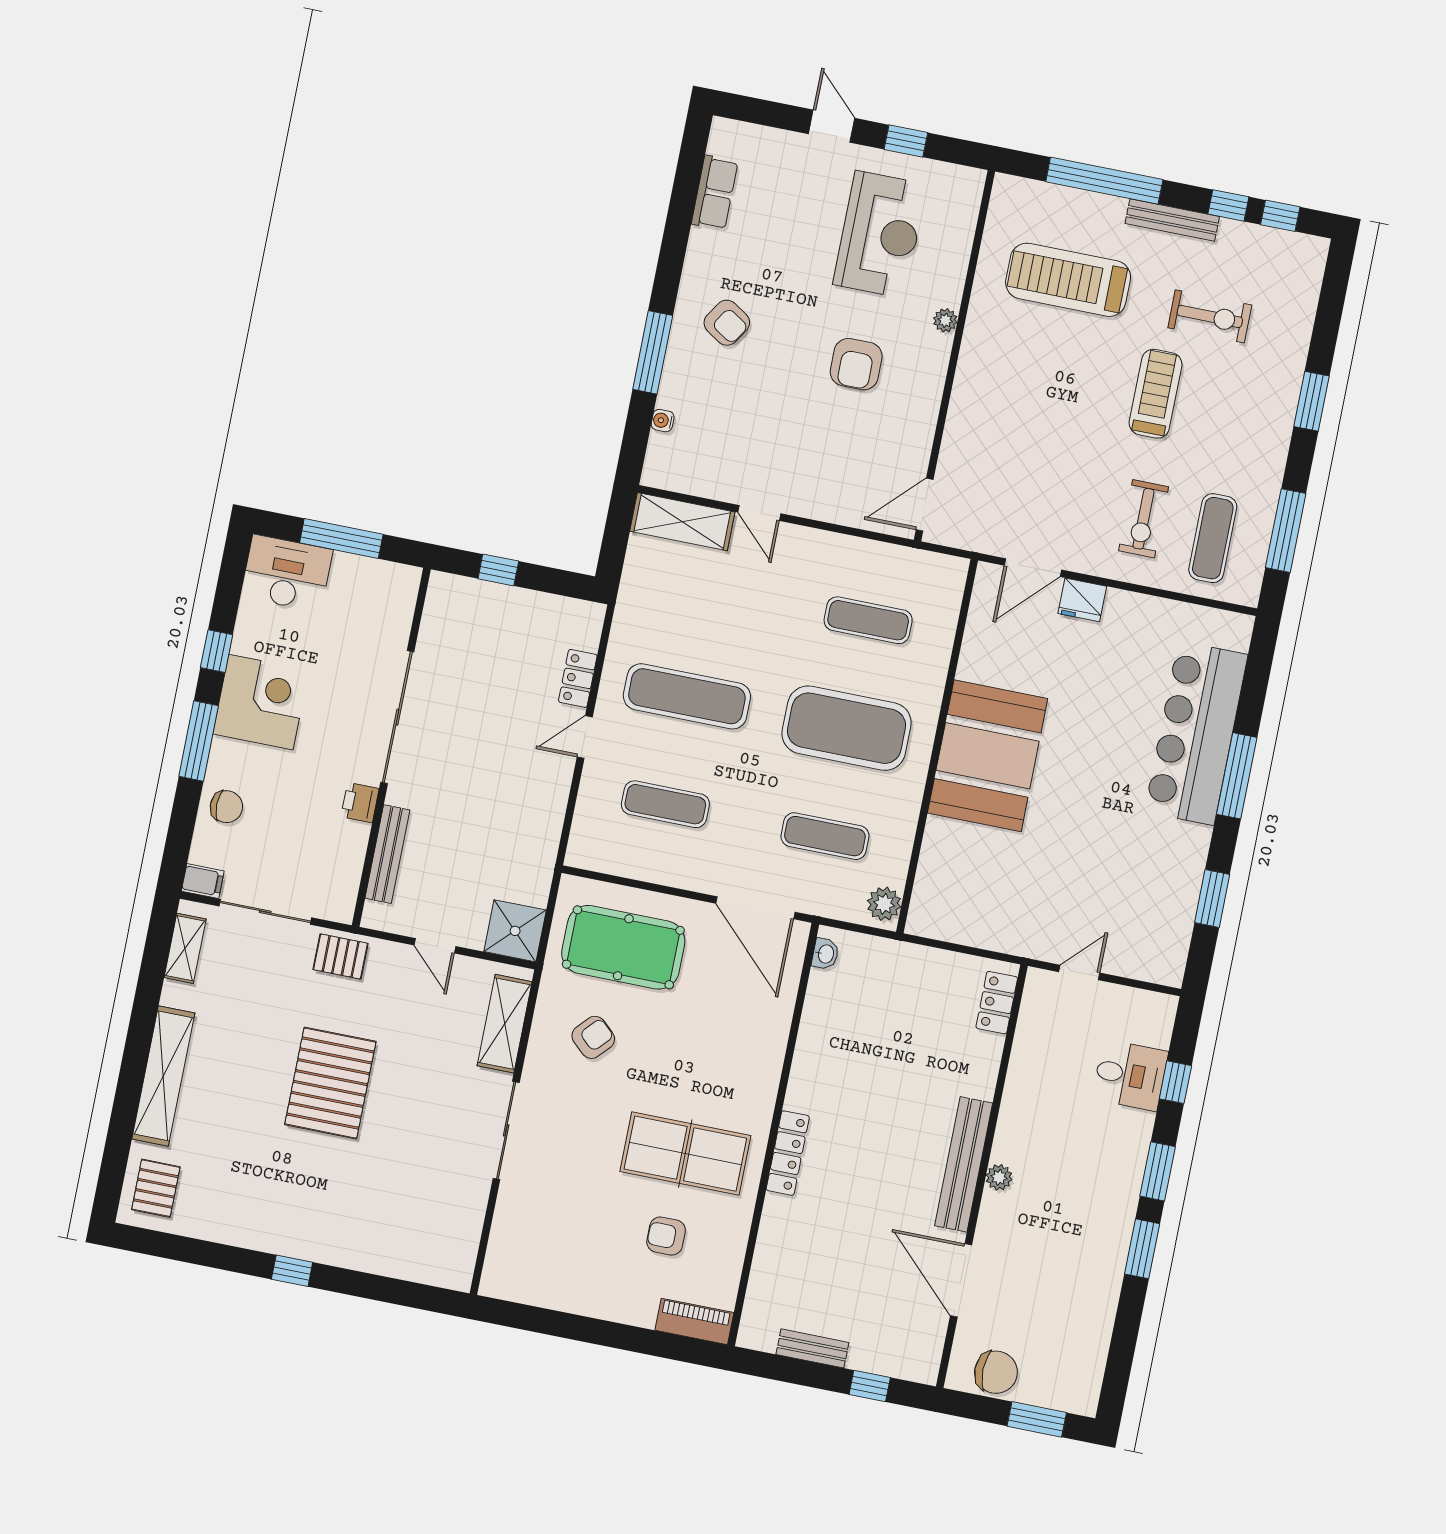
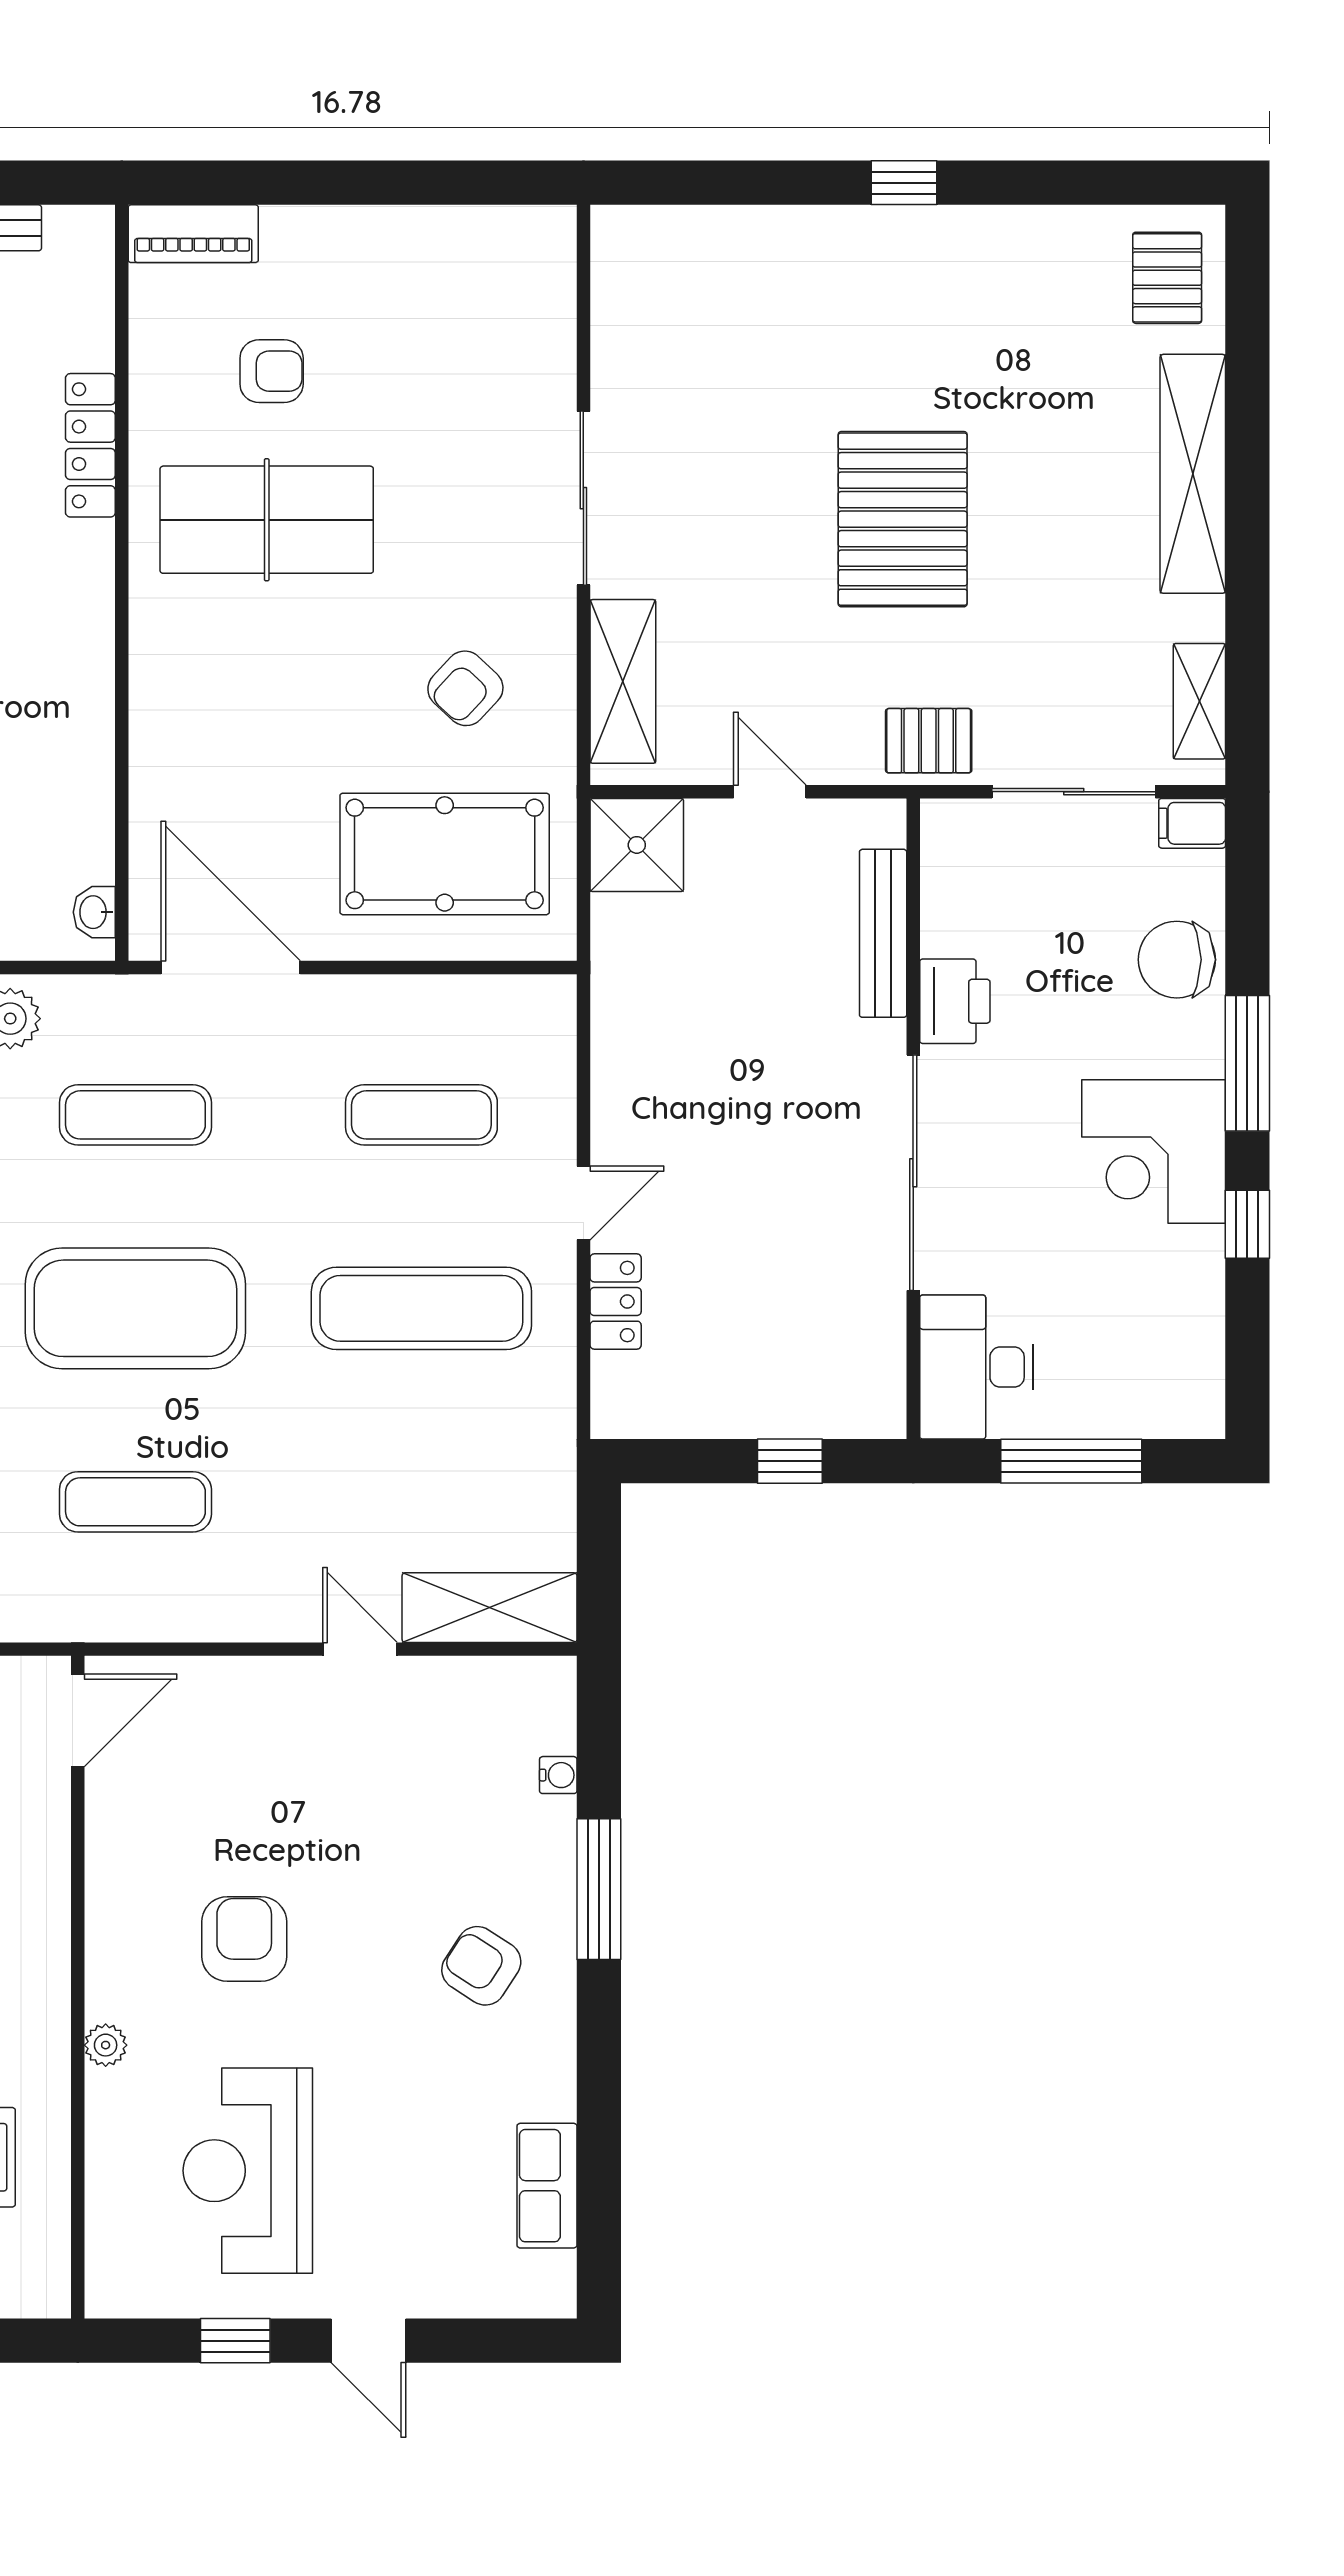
desk: (287, 573) -> (977, 1367), moved, turned 90
printer: (360, 803) -> (955, 1001), width x1.36, depth x1.24
chair: (226, 807) -> (1177, 960), width x1.37, depth x1.37
locker: (788, 1153) -> (90, 445), moved

